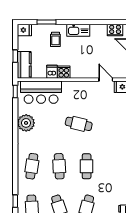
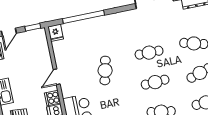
door: (106, 80) -> (57, 77), moved

